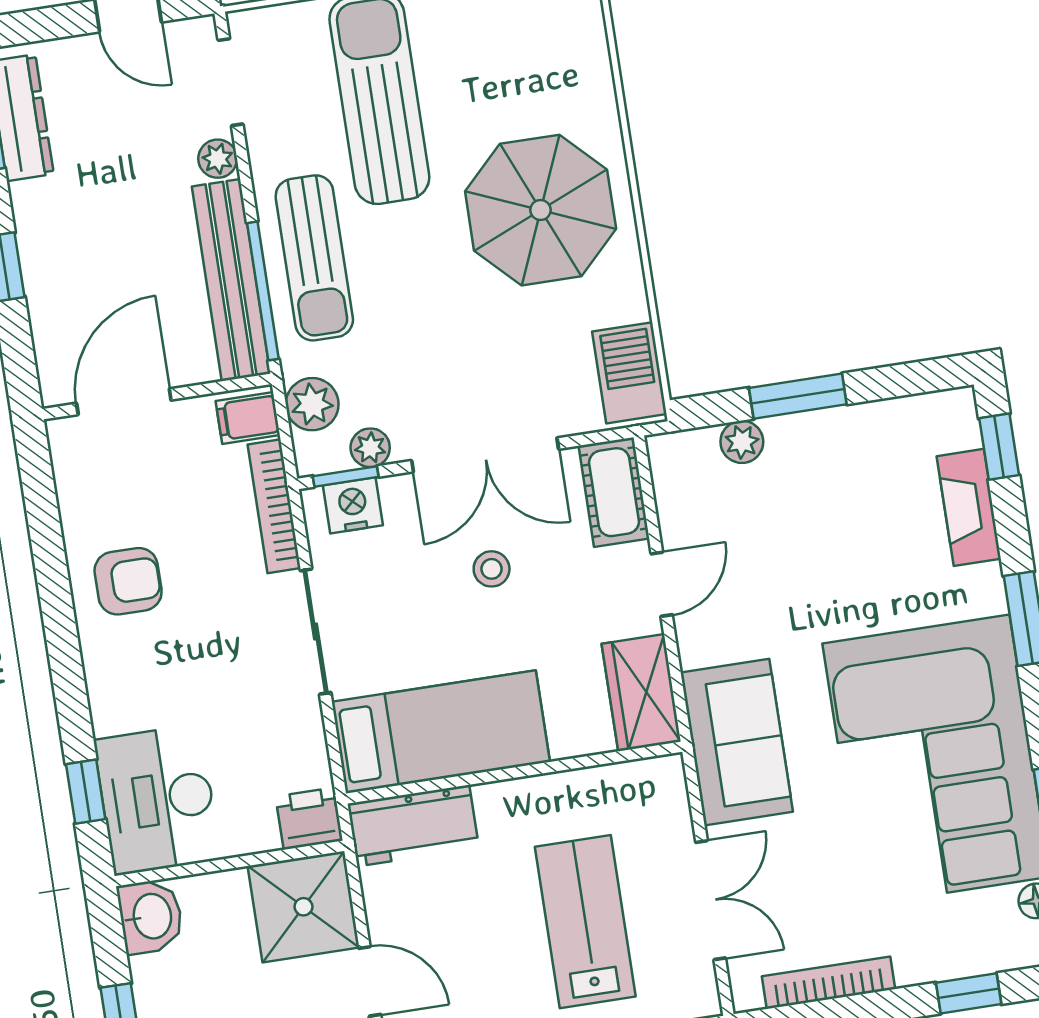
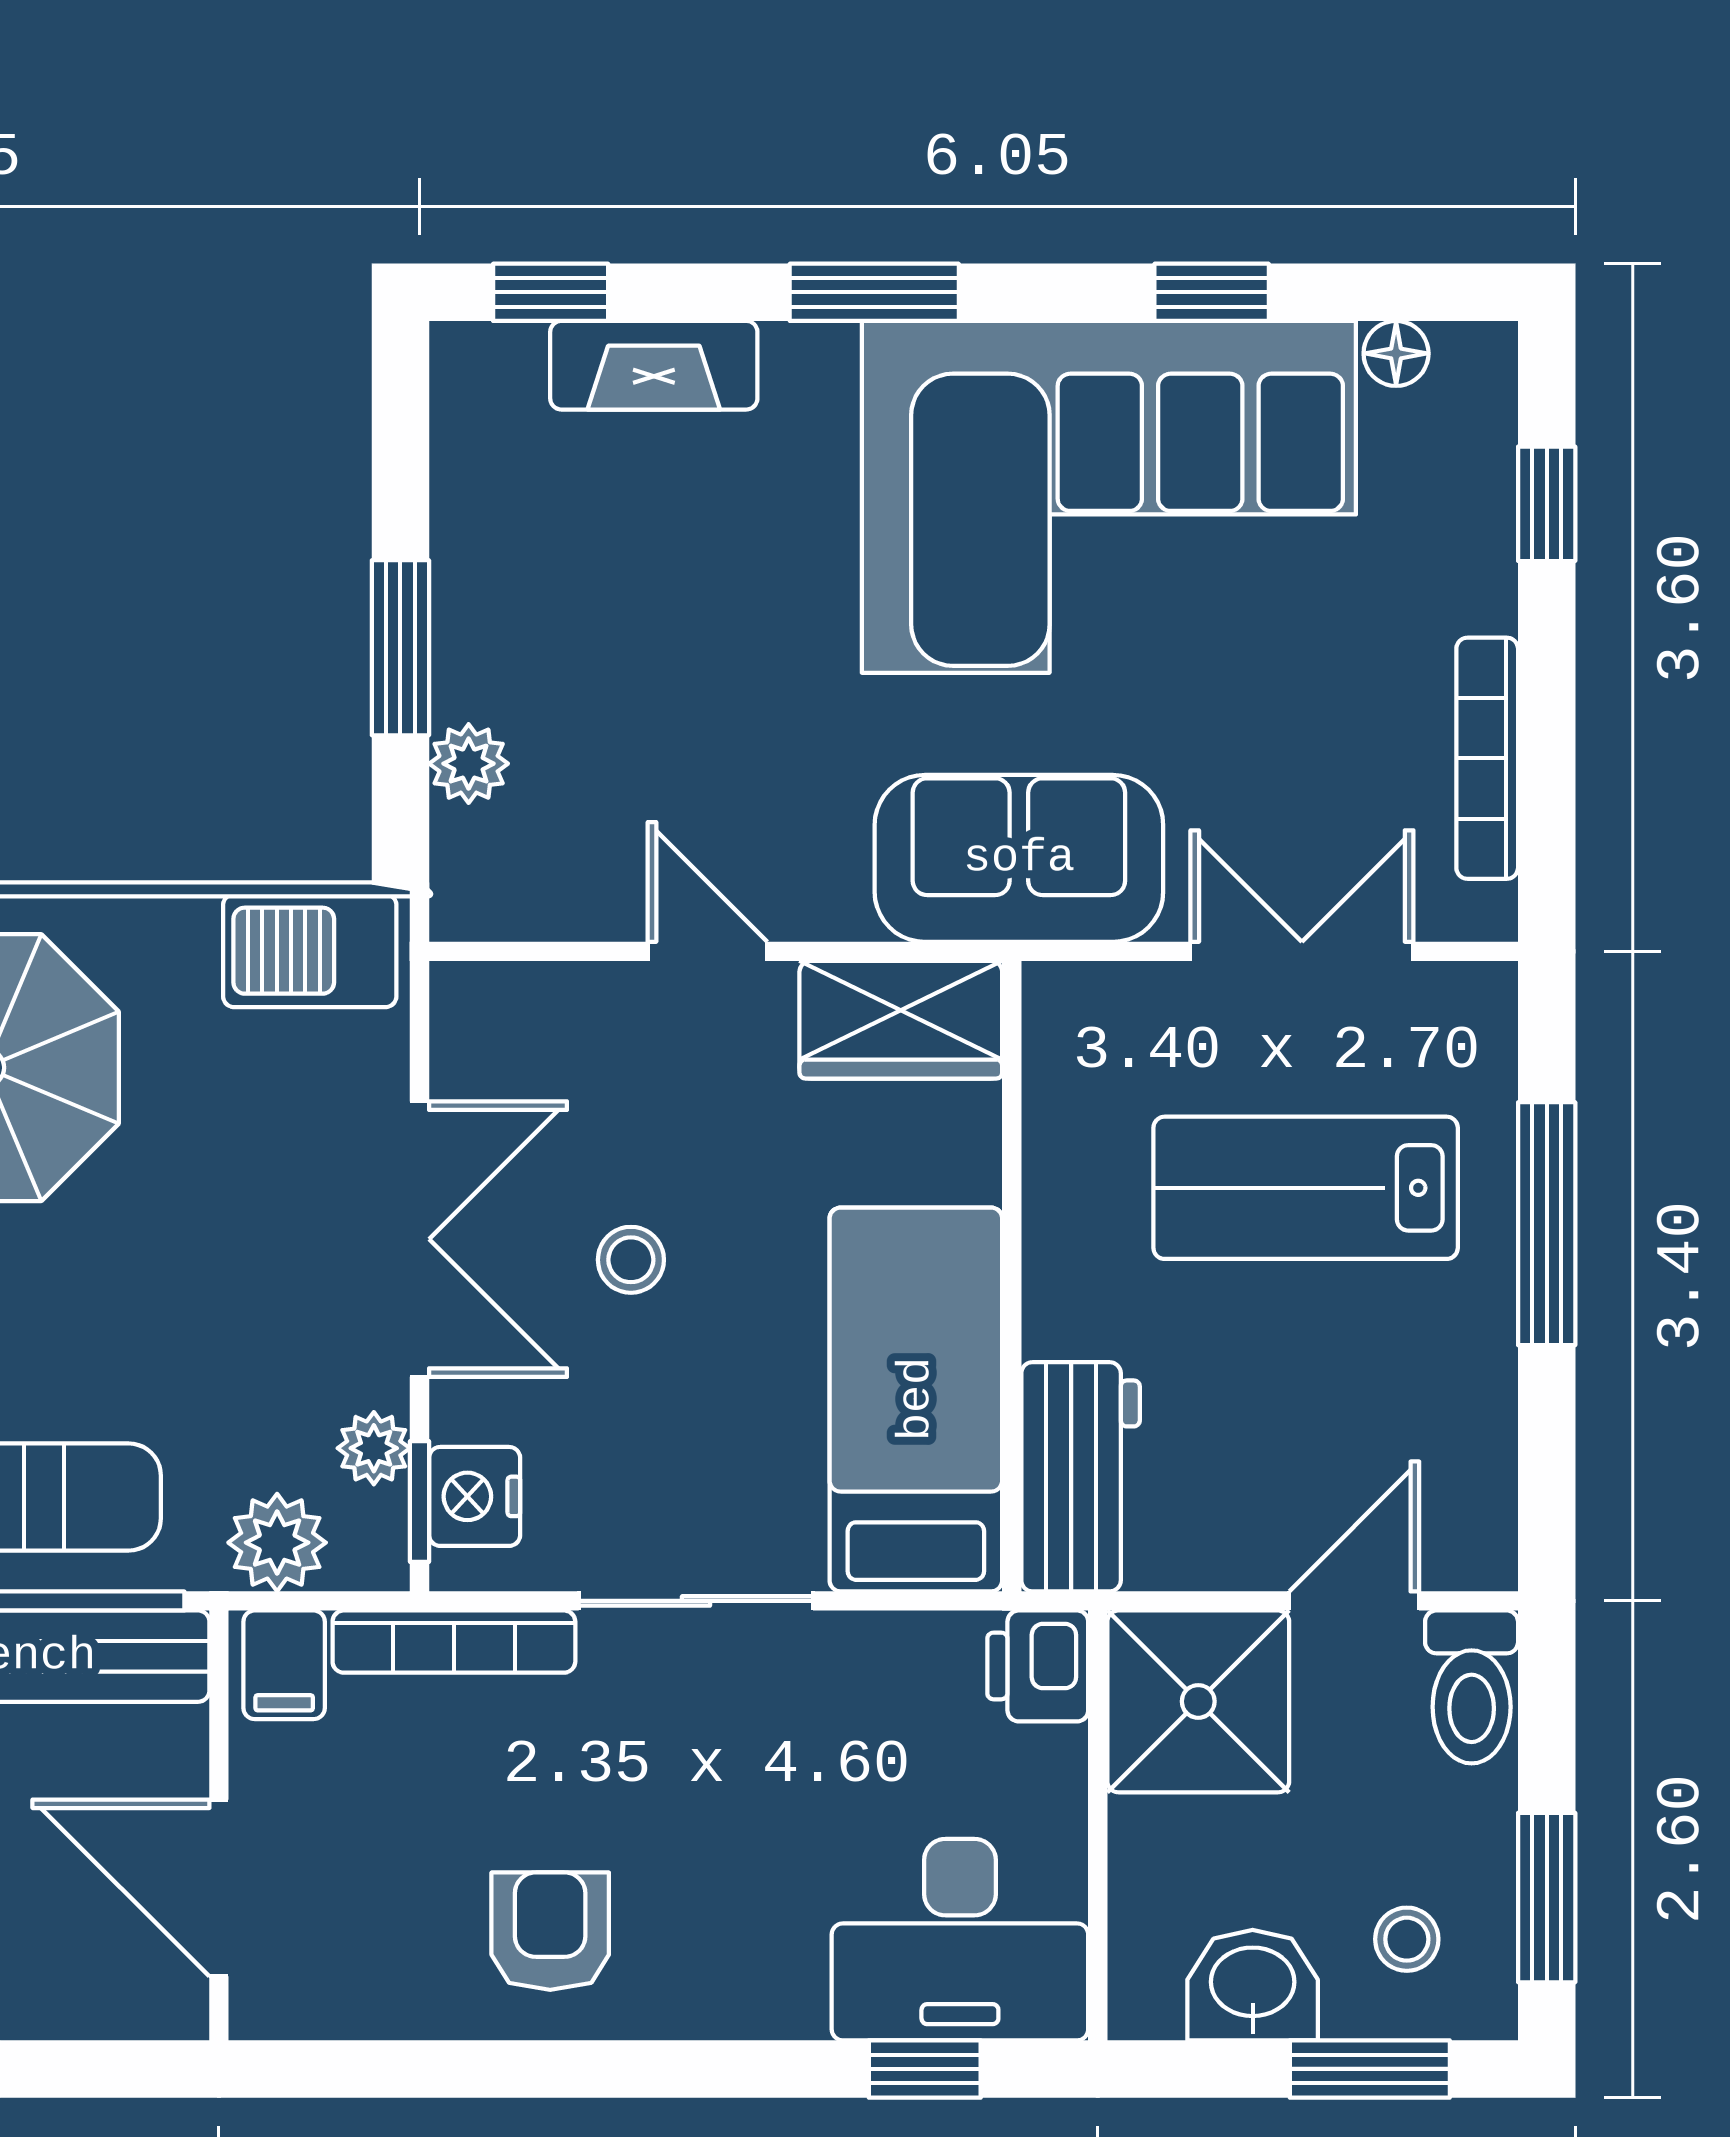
cot: (614, 492) -> (525, 1013), removed
washbasin: (151, 916) -> (1253, 1985), moved

